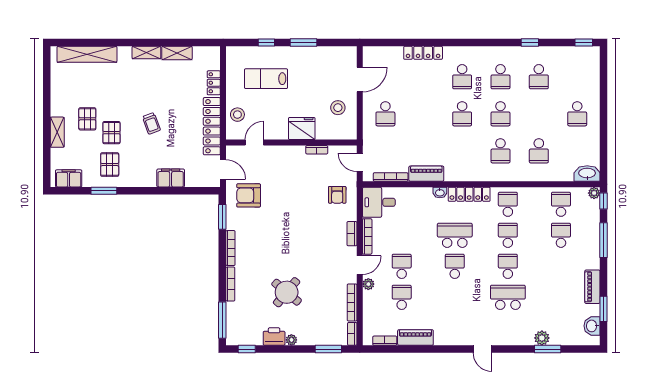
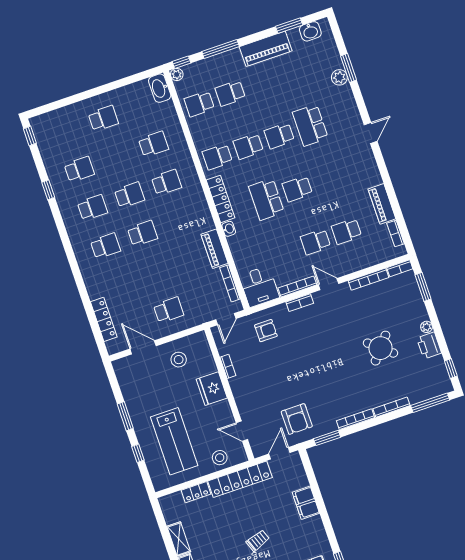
locker: (423, 53) -> (104, 319), moved
lab bench: (266, 79) -> (174, 441), width x1.36, depth x1.39
plant: (368, 284) -> (345, 269), removed
piano: (592, 287) -> (266, 49), width x1.37, depth x1.33

